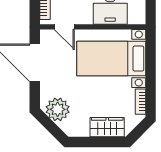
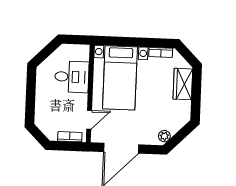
plant: (58, 109) -> (164, 136), width x0.53, depth x0.53

